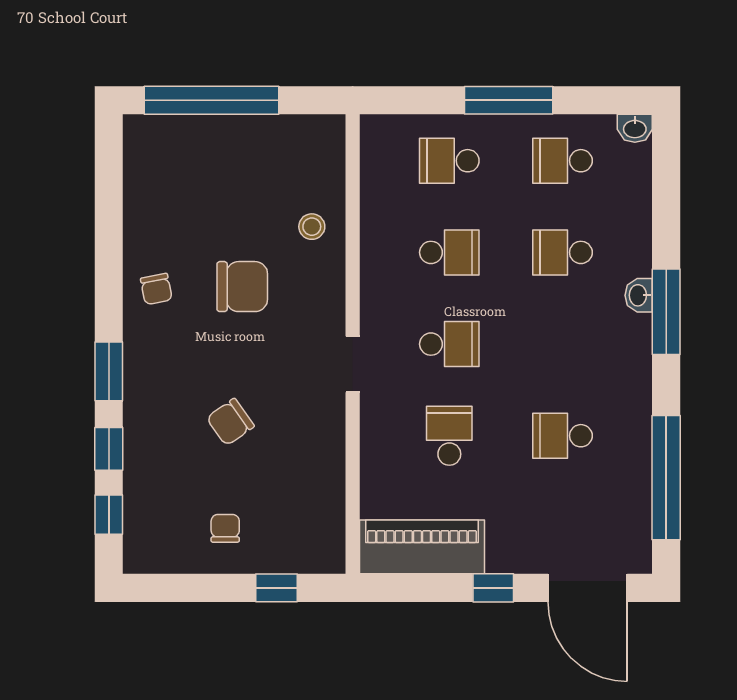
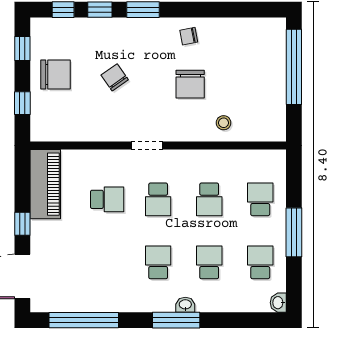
school desk: (563, 436) -> (158, 262), moved
chair: (225, 528) -> (56, 75), width x1.87, depth x1.87
window: (179, 588) -> (22, 49), added

